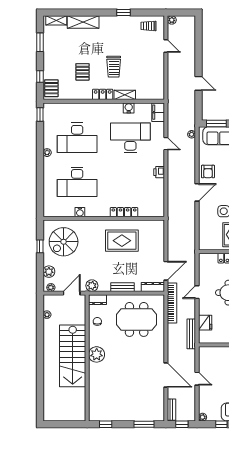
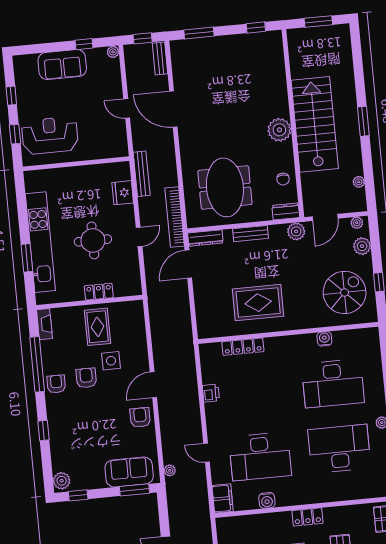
shelving: (125, 95) -> (275, 519), removed
printer: (159, 172) -> (211, 393), moved
desk: (77, 182) -> (333, 383), turned 180
locker: (124, 212) -> (243, 347), moved
meeting table: (137, 319) -> (225, 187), turned 90
window: (40, 355) -> (363, 121), added
window: (64, 424) -> (318, 21), added

